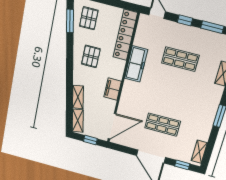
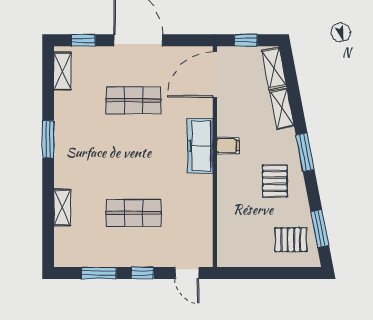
pallet: (89, 18) -> (291, 240), turned 90
locker: (125, 35) -> (228, 228), removed
freezer: (136, 64) -> (200, 146), moved
window: (70, 69) -> (305, 152), added
filing cabinet: (113, 89) -> (228, 146), width x0.50

